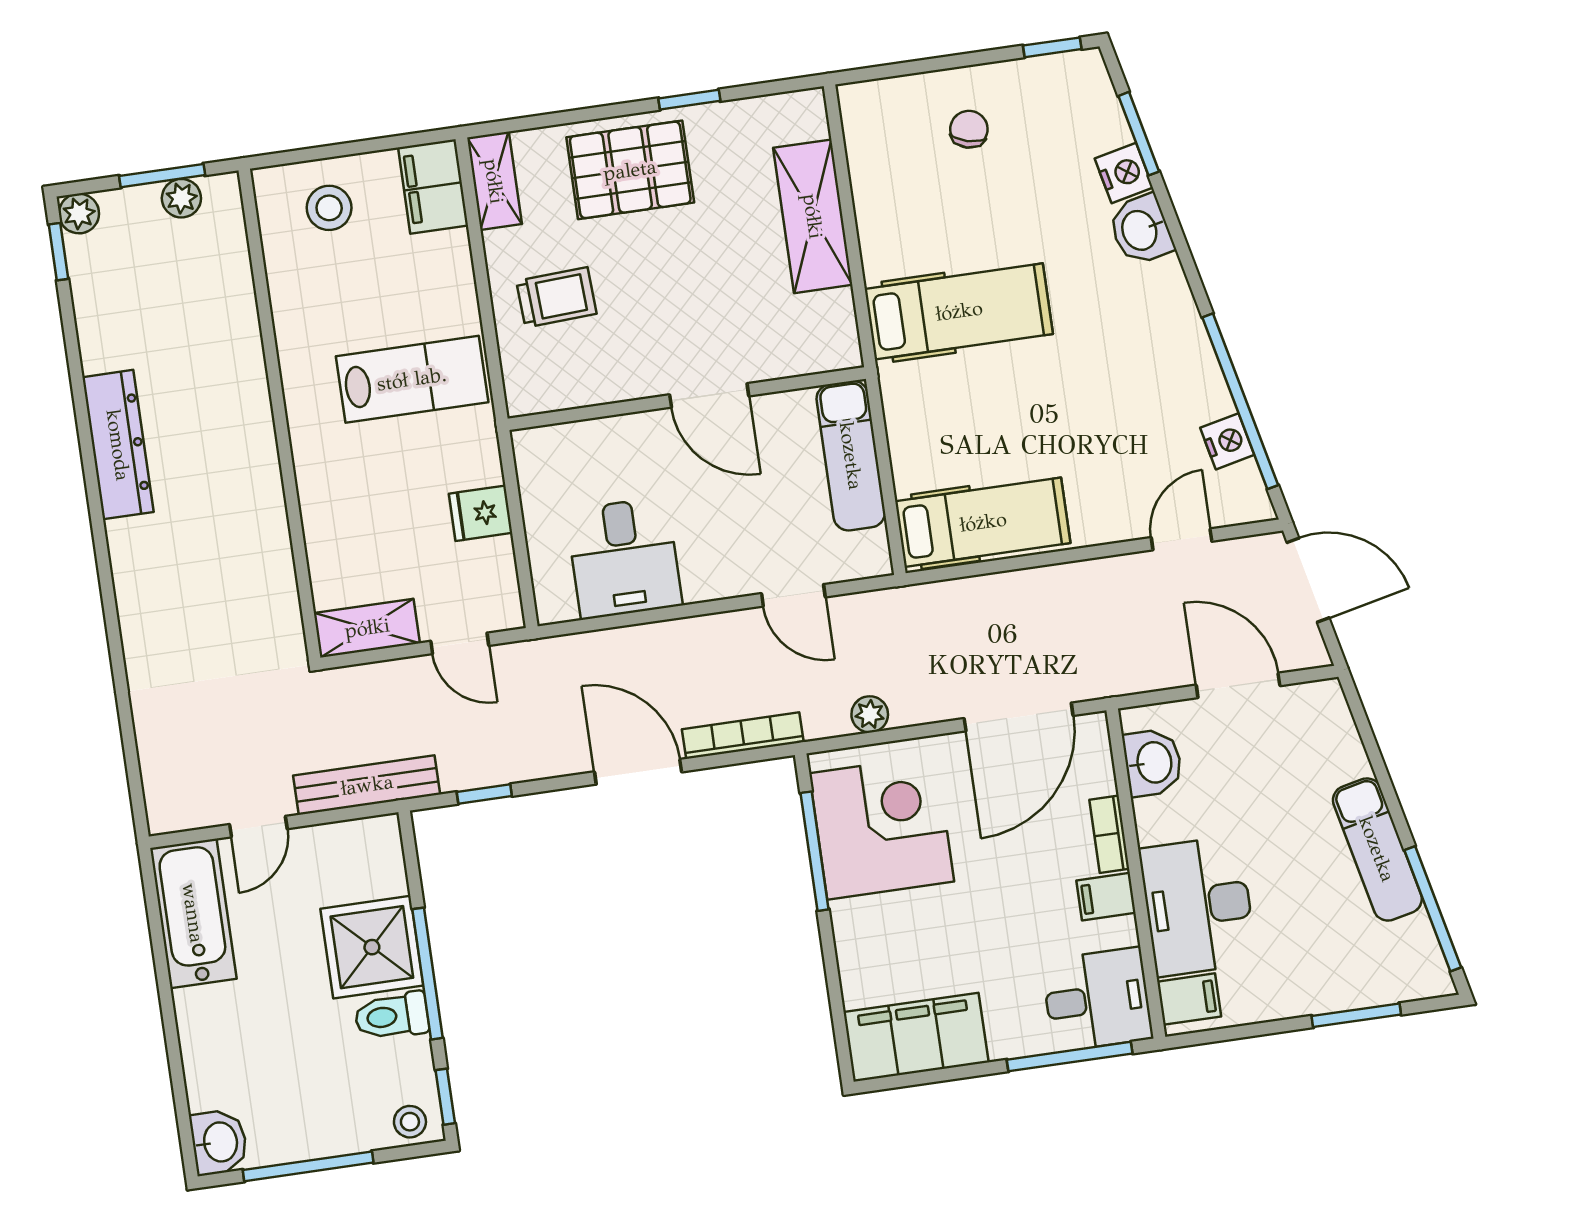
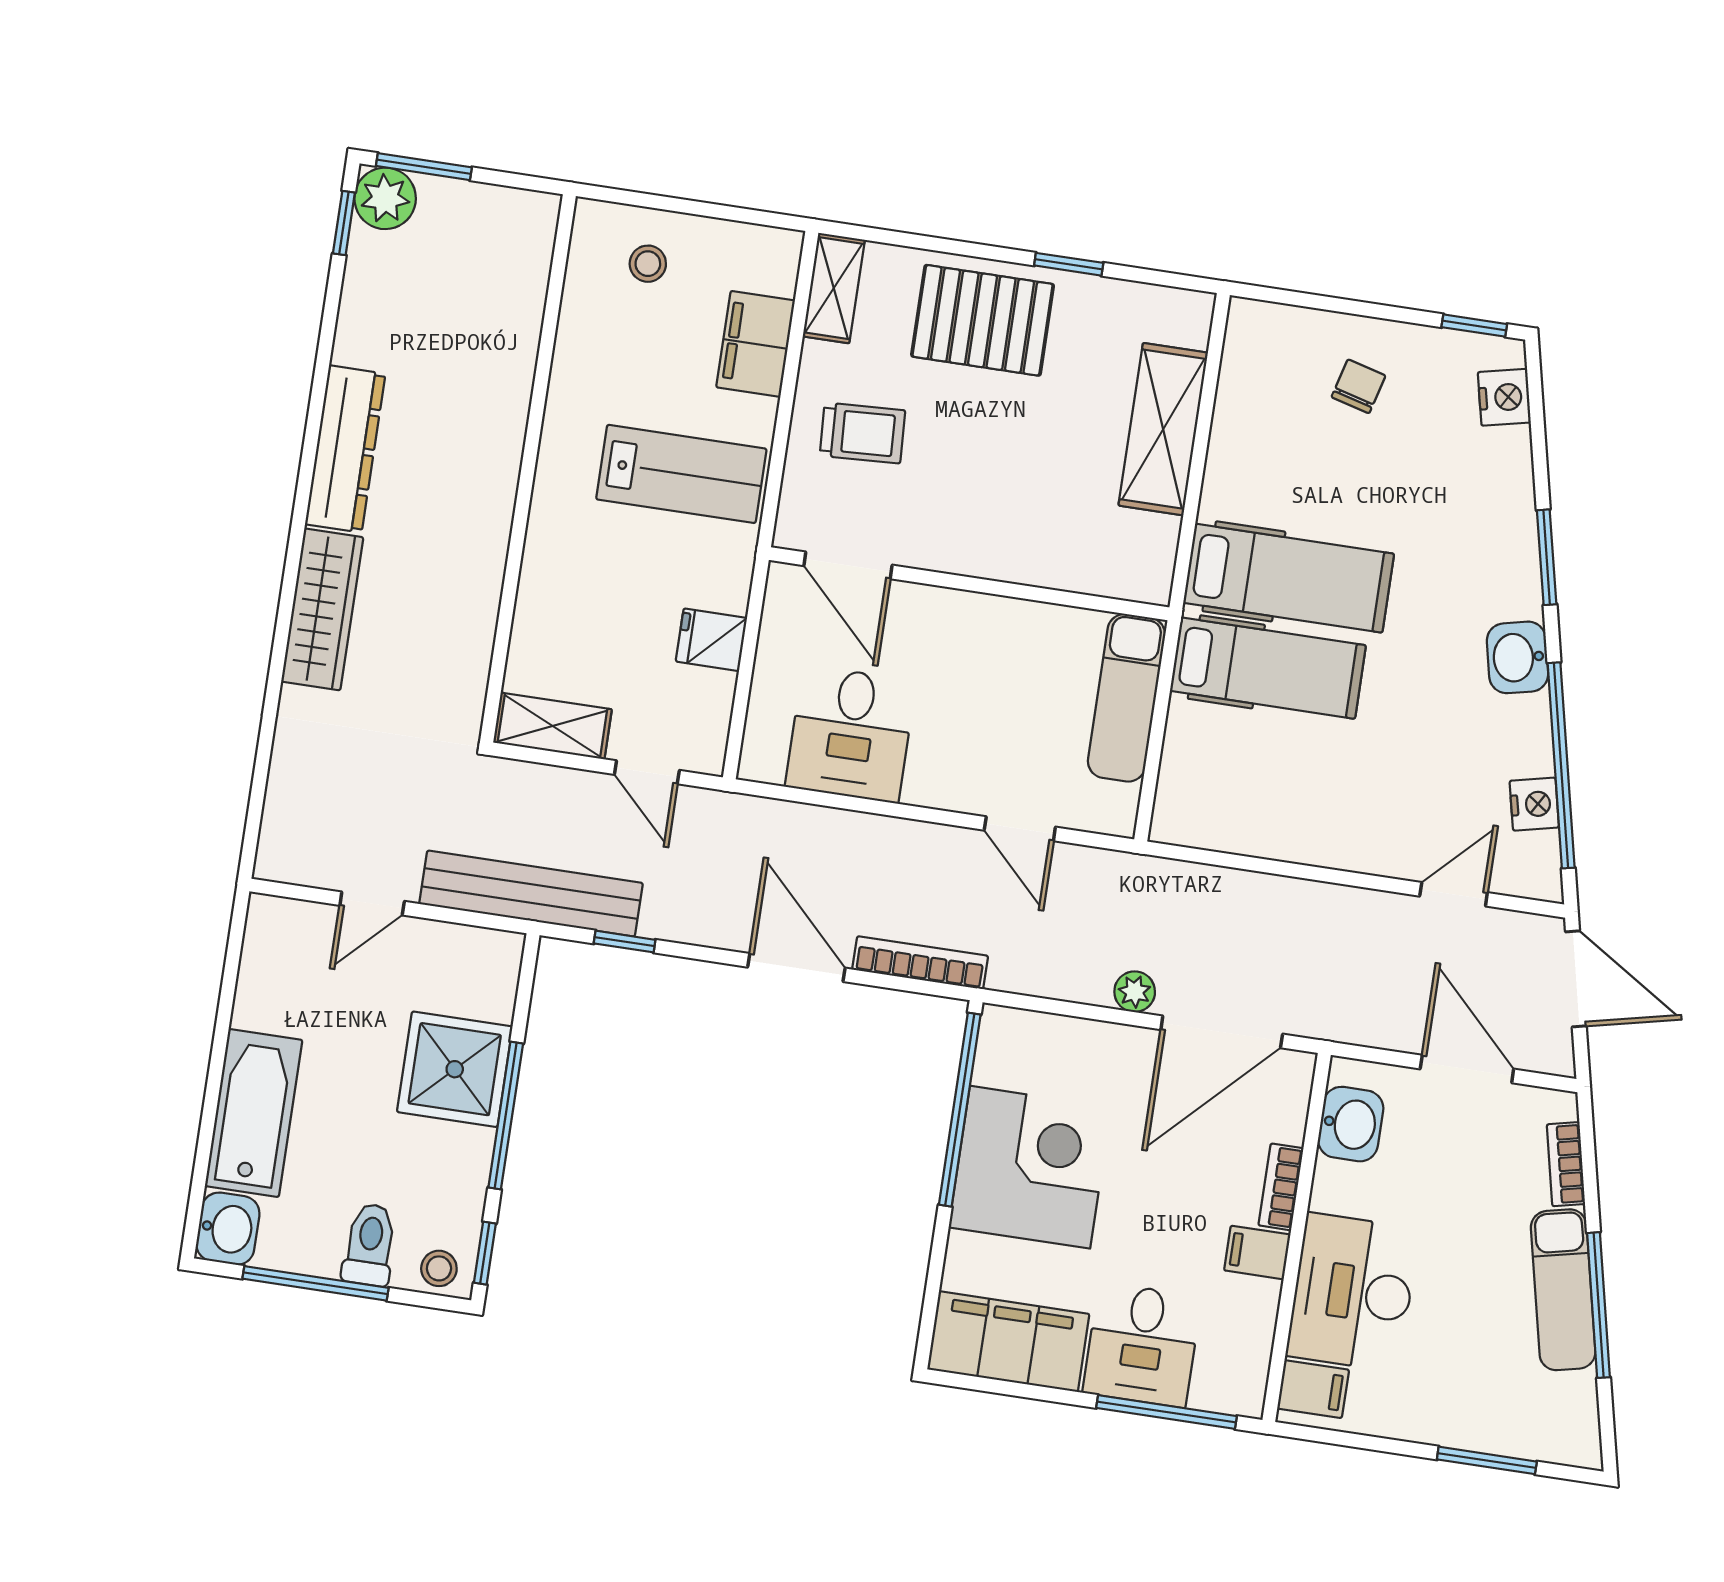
window: (1139, 134) -> (1547, 557), moved
nightstand: (1124, 173) -> (1504, 397), moved
window: (162, 176) -> (424, 167), moved
filing cabinet: (433, 186) -> (756, 344), moved
plant: (181, 198) -> (493, 206), removed
stool: (329, 208) -> (648, 264), width x0.73, depth x0.73
plant: (79, 214) -> (385, 198), width x1.38, depth x1.38
washbasin: (1141, 230) -> (1517, 657), moved
door: (709, 395) -> (848, 565), moved
hospital bed: (983, 522) -> (1268, 668), moved
wardrobe: (140, 588) -> (322, 609), added
plant: (870, 714) -> (1135, 992), moved
bookcase: (1347, 741) -> (1566, 1164), added
bench: (367, 785) -> (531, 894), width x1.37, depth x1.21
corner desk: (882, 827) -> (1030, 1167), moved
window: (815, 851) -> (960, 1110), width x1.46
window: (1433, 909) -> (1599, 1305), moved
bathtub: (193, 913) -> (254, 1113), moved
desk: (1097, 1000) -> (1142, 1345), moved, turned 90
toilet: (392, 1016) -> (370, 1245), moved, turned 90

